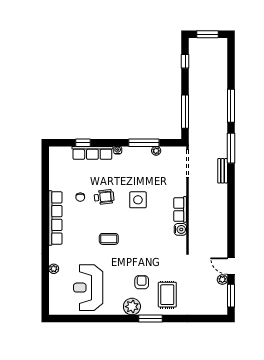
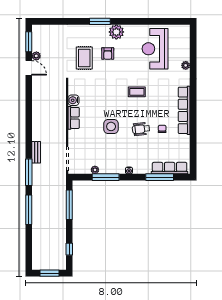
window: (83, 143) -> (160, 177), width x2.17
row of seats: (92, 153) -> (170, 168), moved
reception desk: (88, 288) -> (155, 49), turned 180
rug: (167, 295) -> (84, 58), moved

